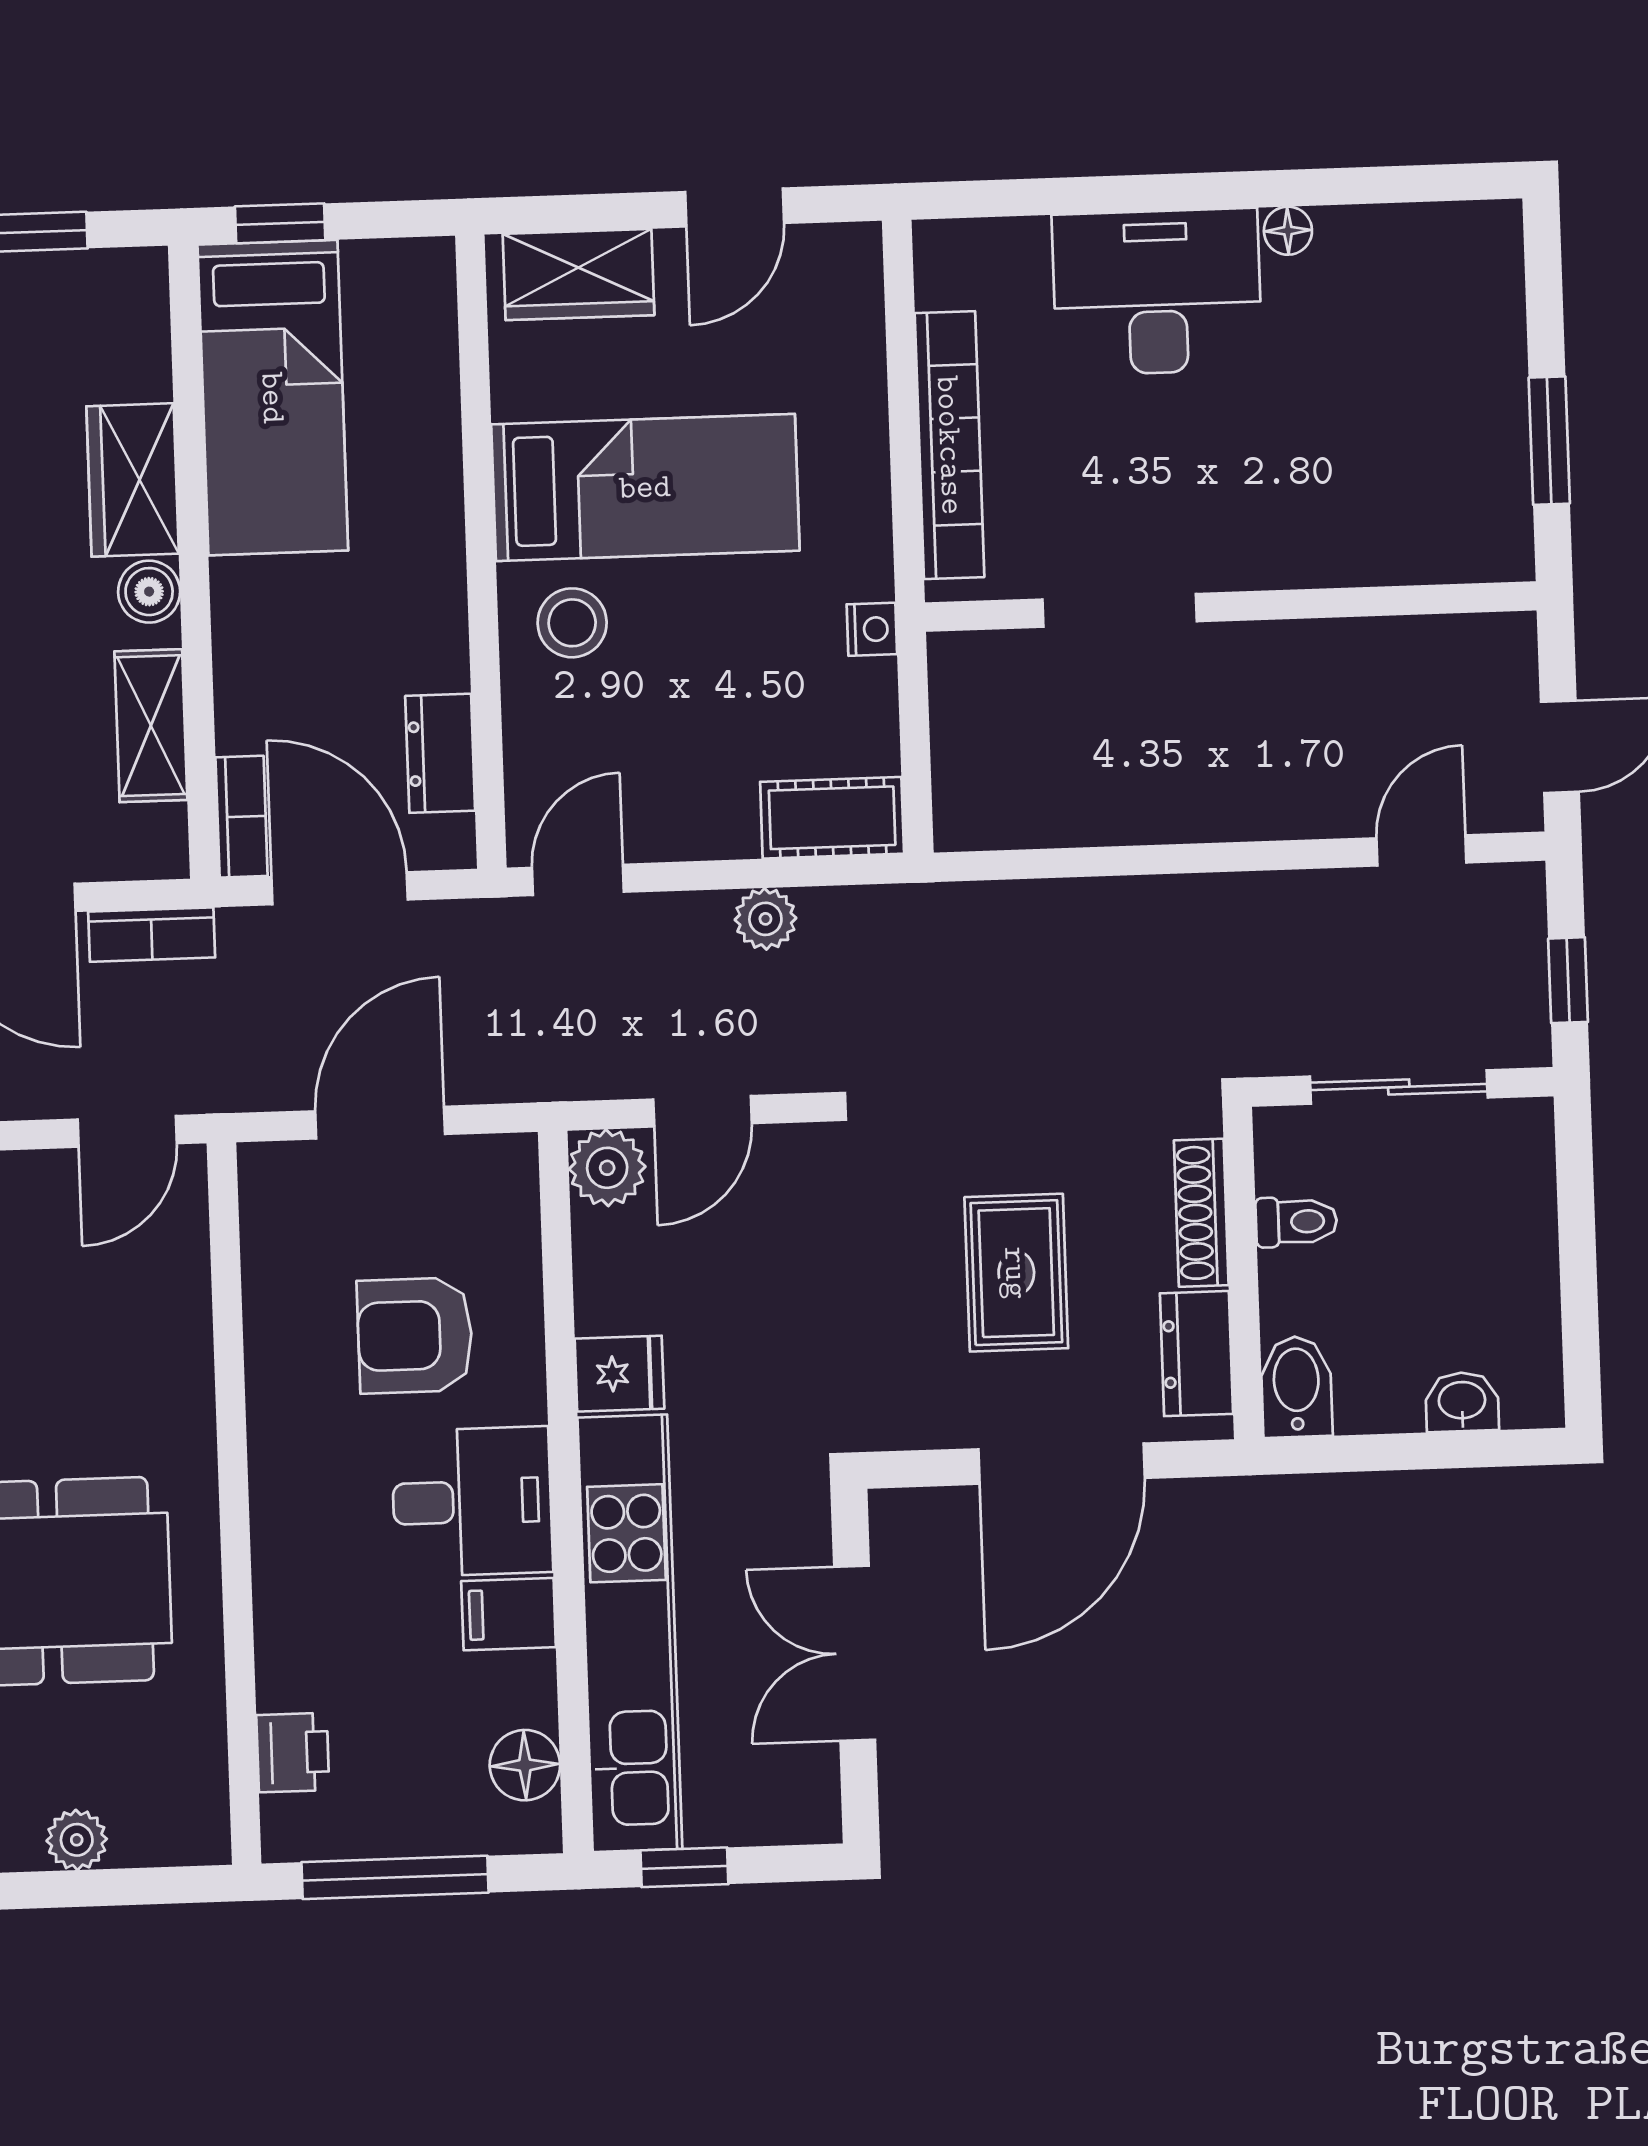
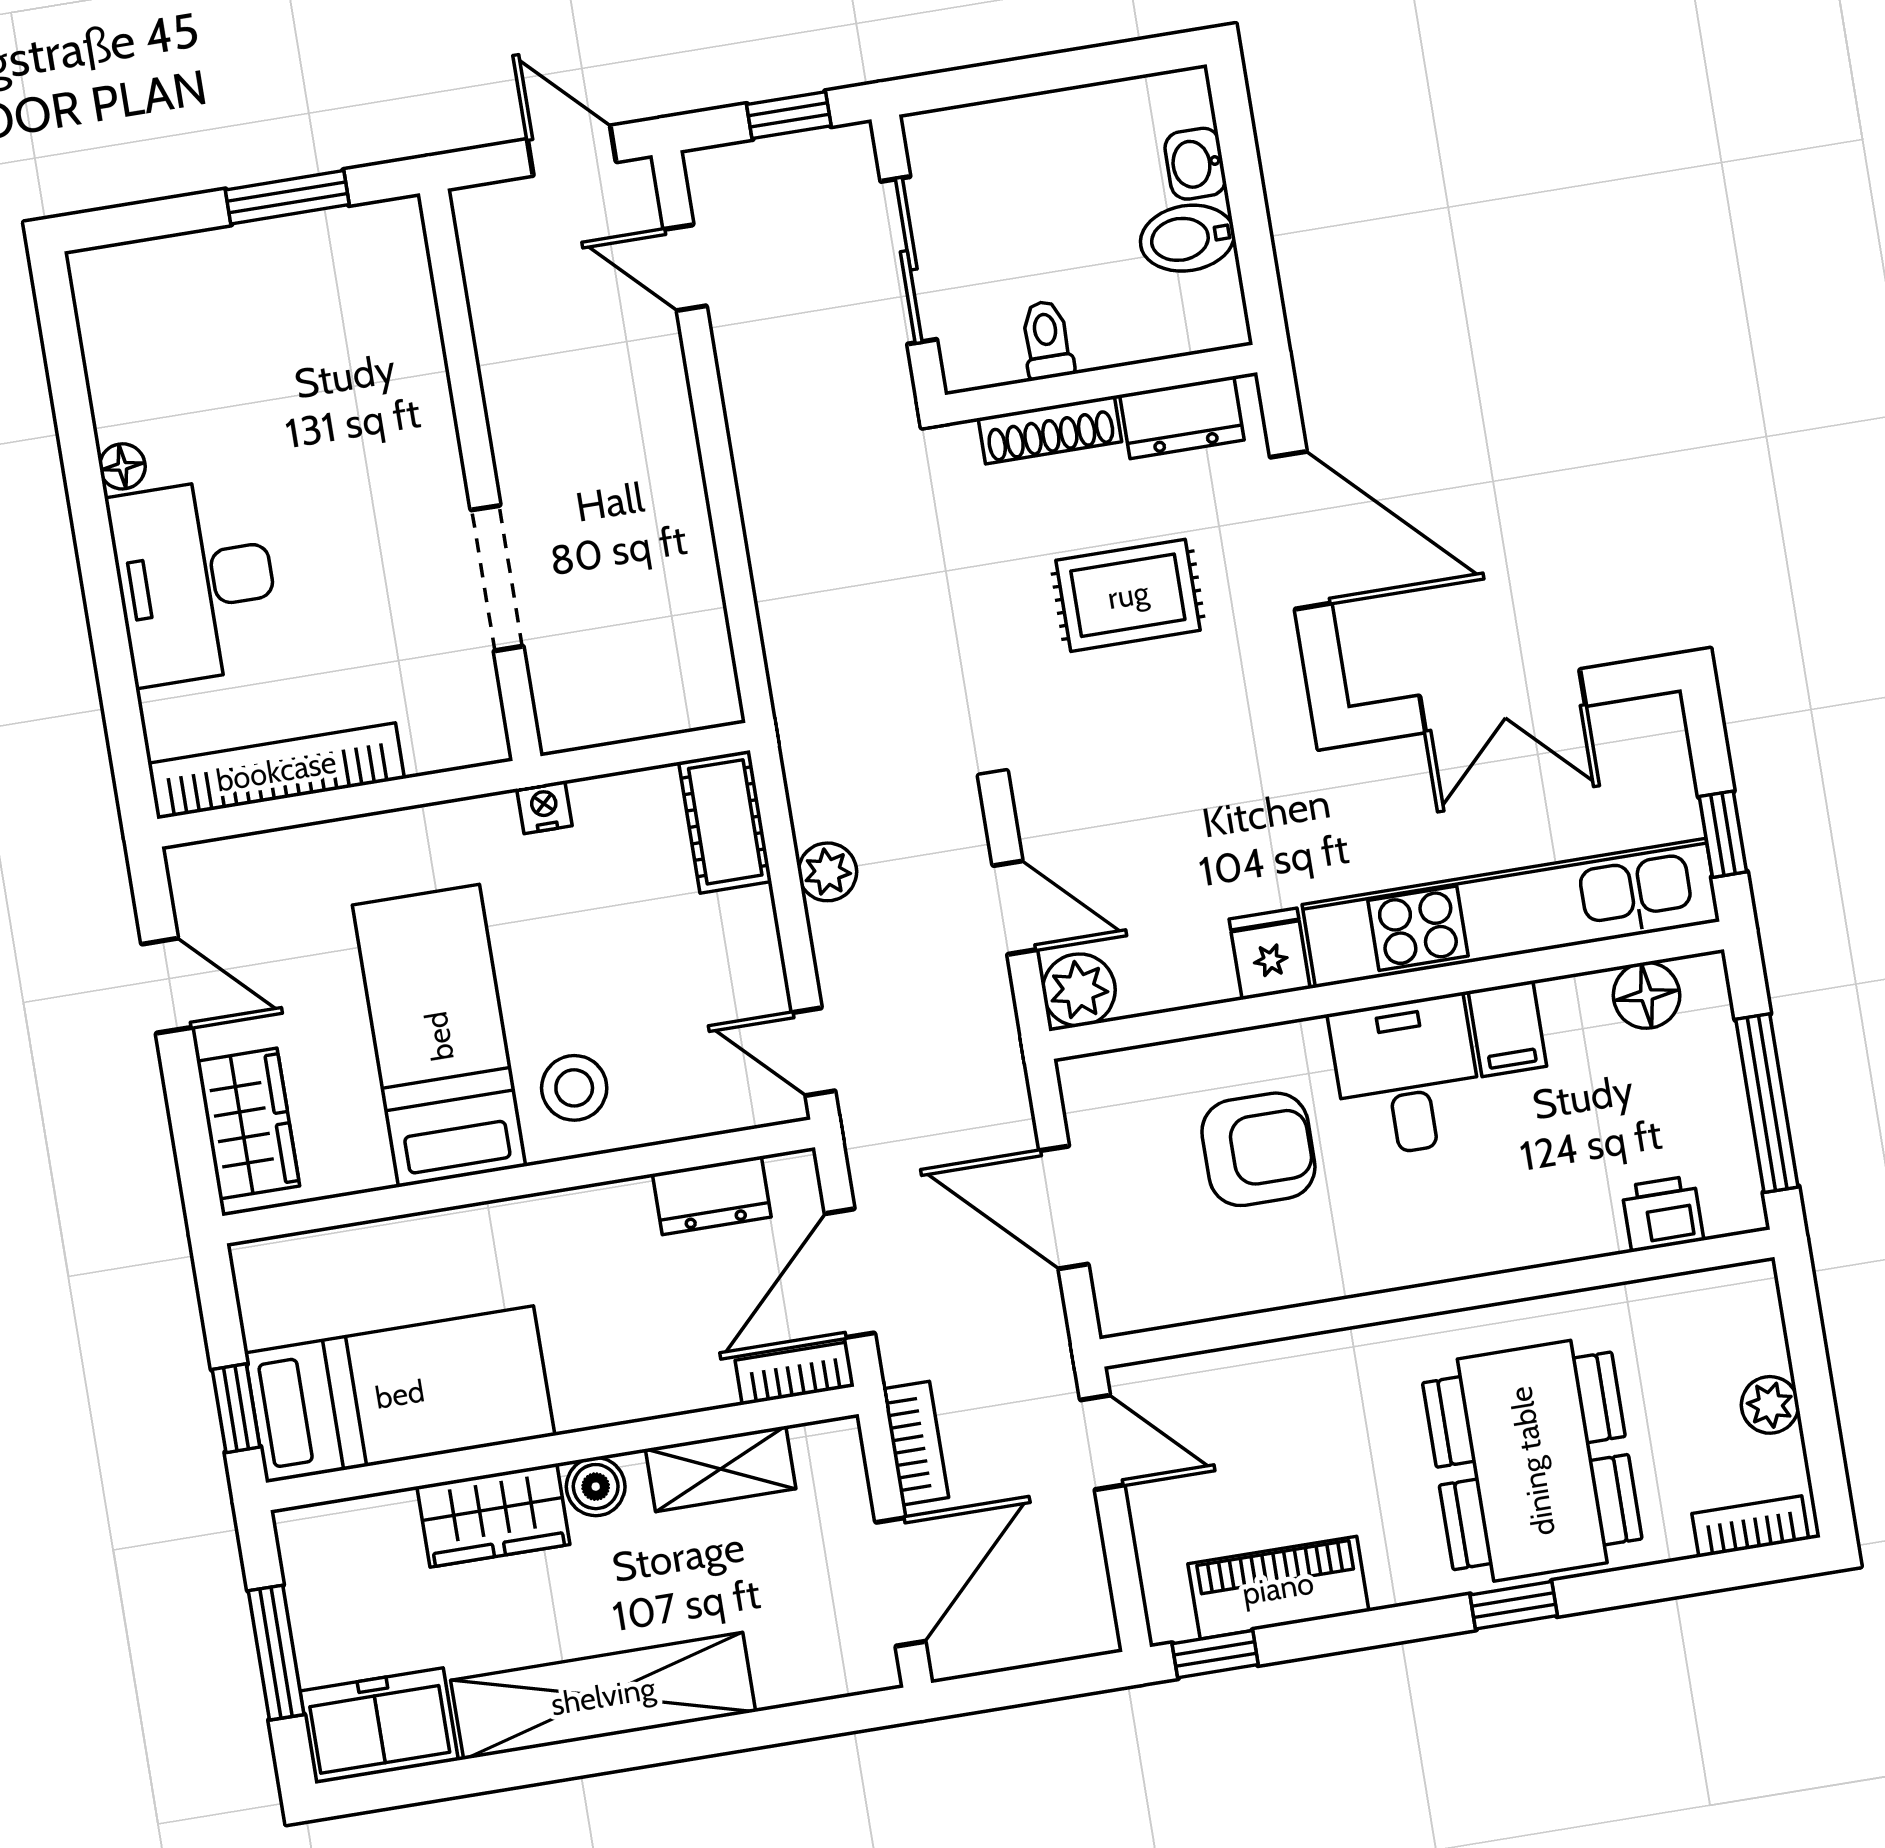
bookcase: (950, 445) -> (276, 771), moved
armchair: (415, 1335) -> (1258, 1149), turned -90
bidet: (1296, 1387) -> (1187, 238), moved

